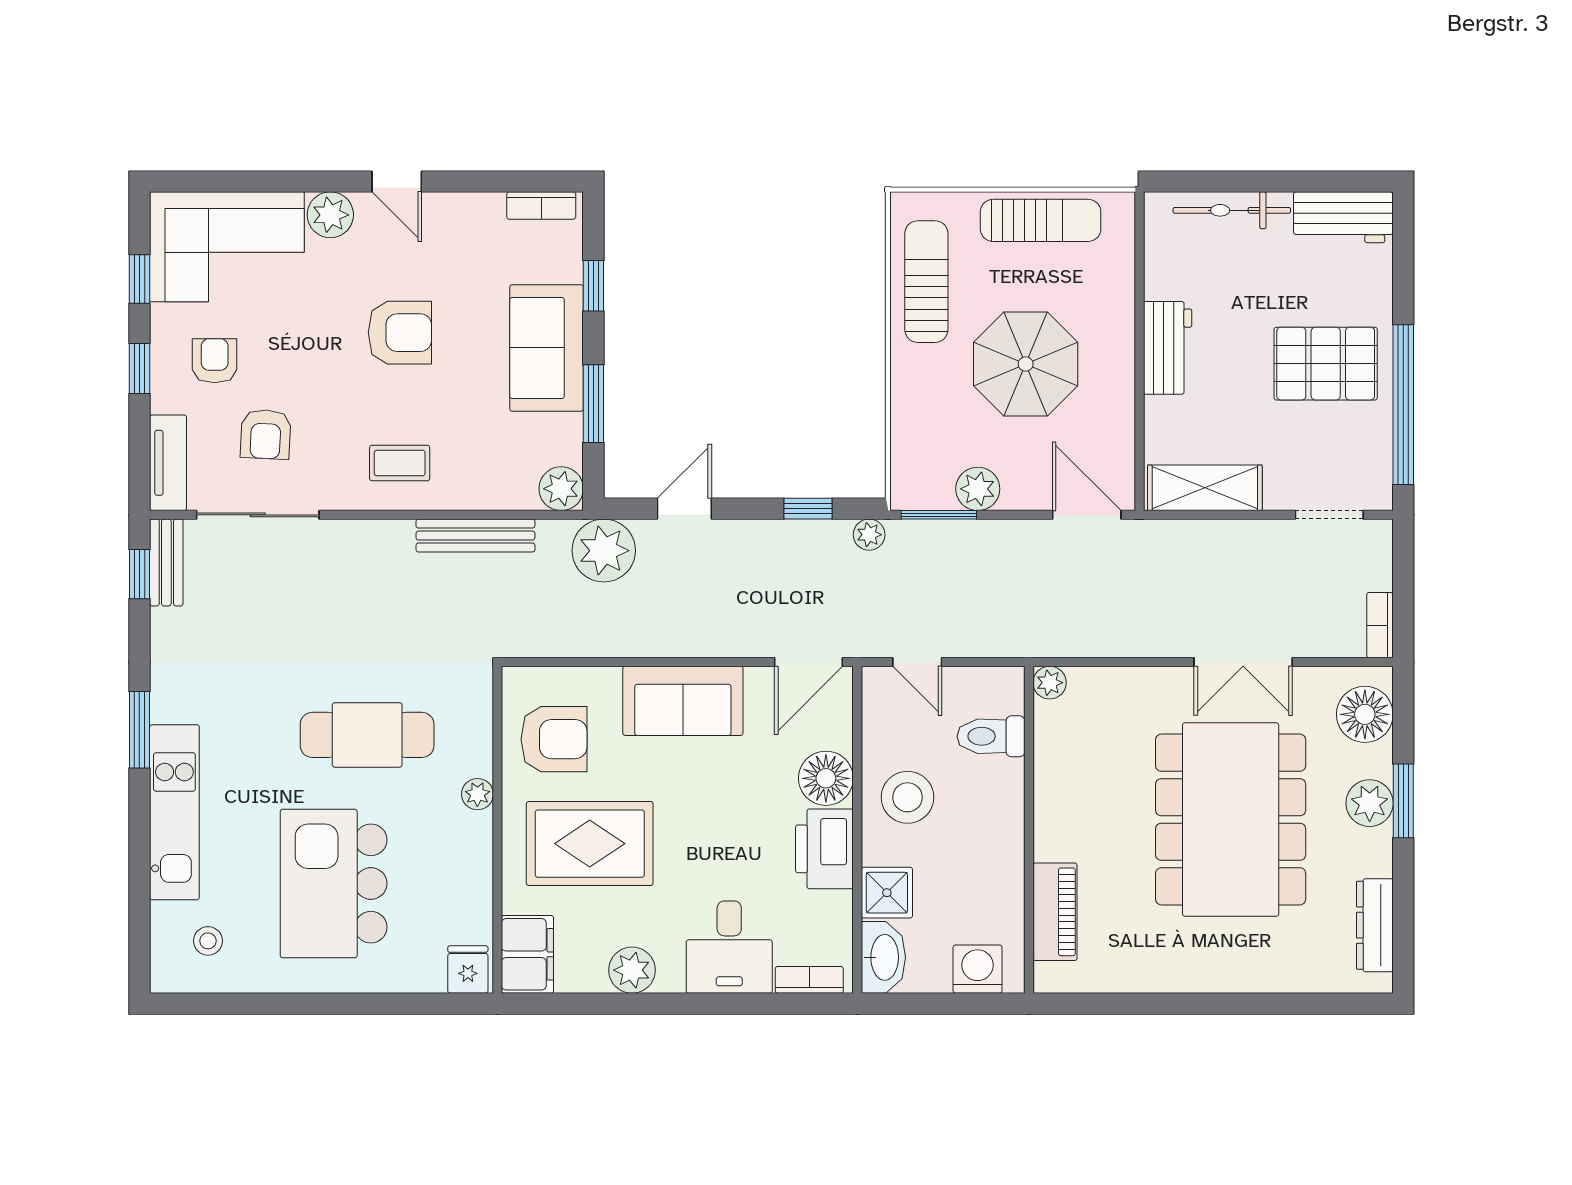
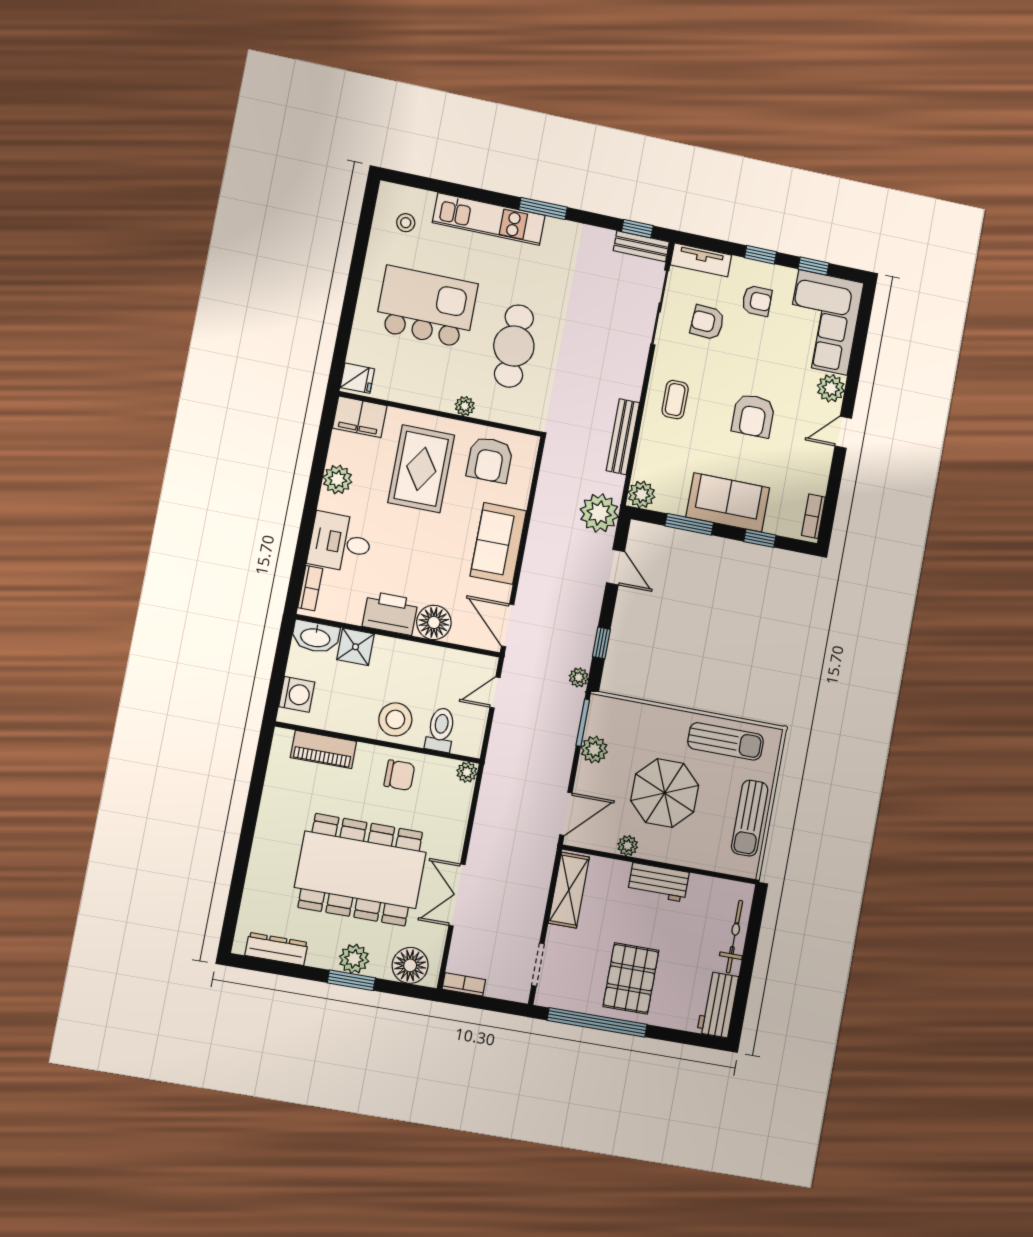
plant: (1119, 408) -> (628, 846), added
chair: (1073, 787) -> (399, 775), added
stool: (907, 797) -> (395, 719), moved

